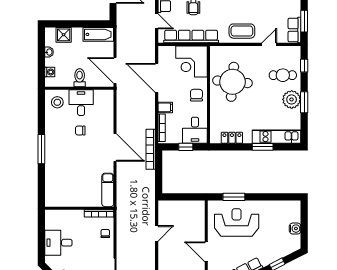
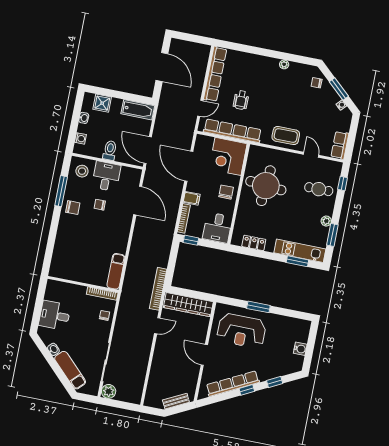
door: (157, 21) -> (200, 108), hinge flipped
window: (304, 21) -> (352, 138), removed
door: (269, 44) -> (311, 155), hinge flipped
plant: (292, 99) -> (326, 221), width x0.53, depth x0.53
window: (304, 102) -> (332, 235), moved
chair: (55, 138) -> (73, 208), added
door: (115, 147) -> (138, 201), moved
window: (186, 147) -> (191, 240), moved
window: (263, 147) -> (297, 261), moved
window: (41, 149) -> (61, 191), moved
bookcase: (151, 149) -> (158, 289), moved
window: (234, 197) -> (258, 307), moved
wardrobe: (182, 208) -> (188, 305), added
reception desk: (237, 222) -> (241, 331), turned 180

